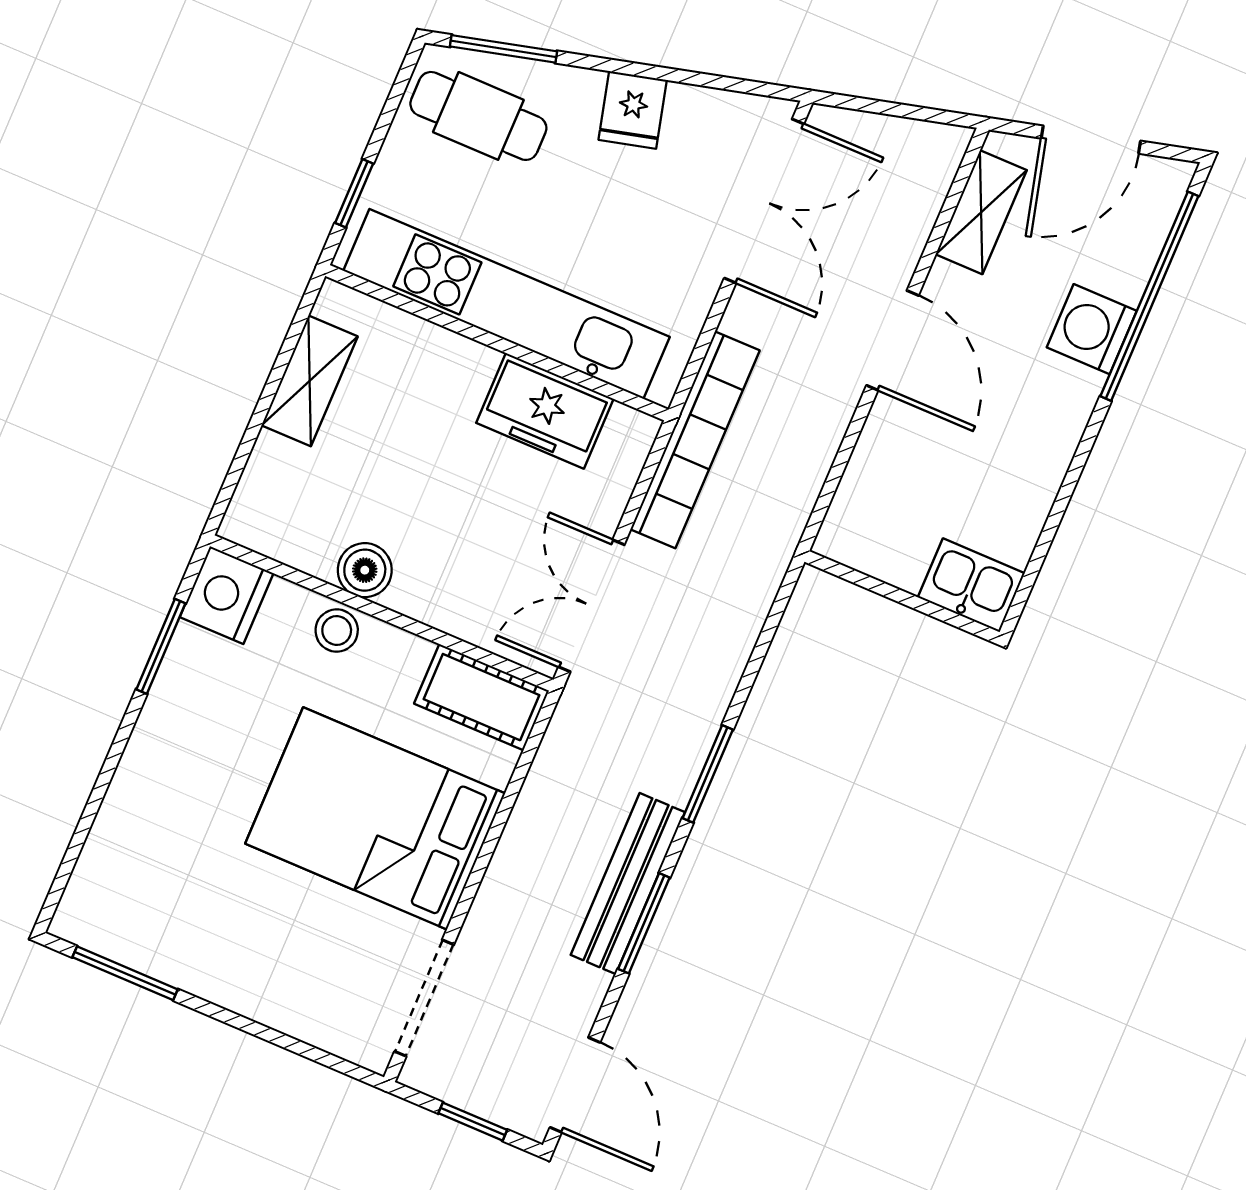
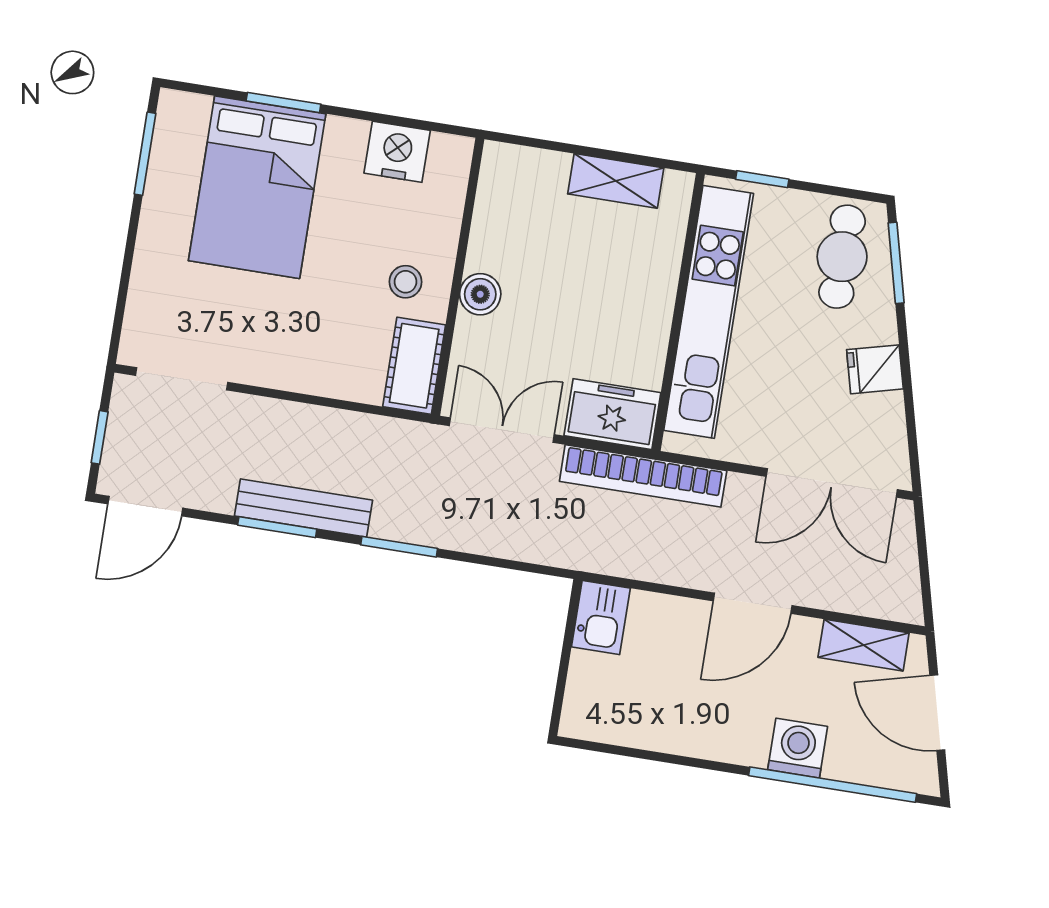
freezer: (545, 411) -> (612, 414), moved, turned 90
boiler: (365, 570) -> (480, 294), moved
kitchen sink: (971, 585) -> (601, 618), moved
nightstand: (227, 595) -> (397, 152), moved
stool: (337, 630) -> (406, 282), moved
window: (161, 646) -> (283, 103), moved
bed: (375, 818) -> (257, 187), moved, turned 180

